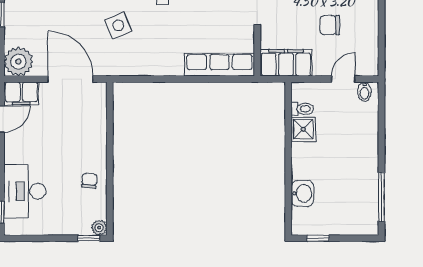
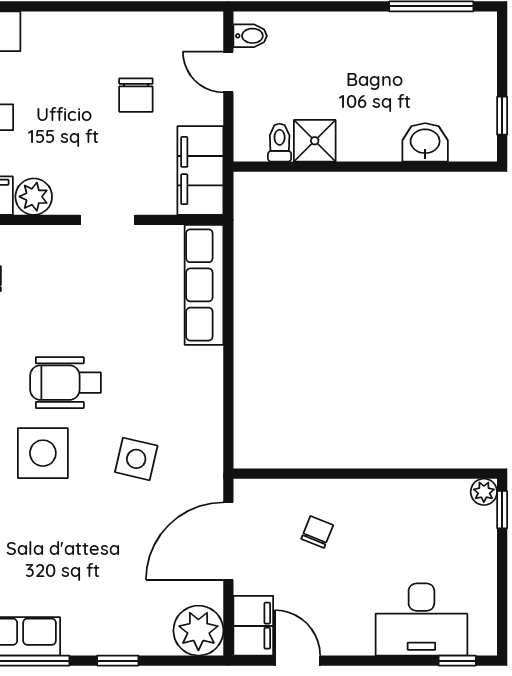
side table: (118, 25) -> (136, 459), turned 35
chair: (89, 181) -> (317, 532), moved, turned 106

